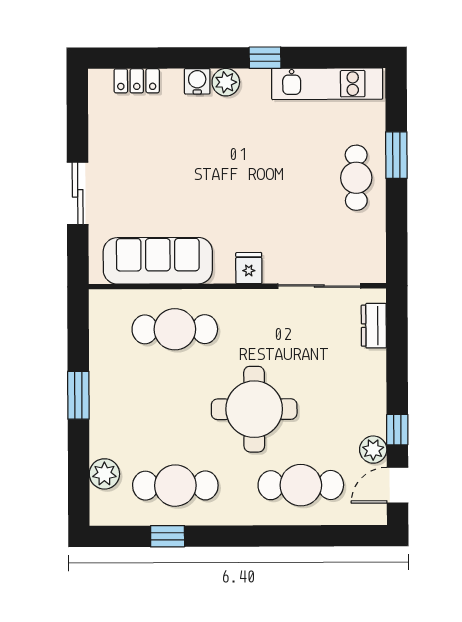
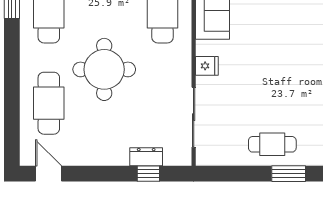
dresser: (374, 326) -> (146, 157), moved
window: (397, 430) -> (148, 174), moved
plant: (373, 450) -> (74, 156), removed

